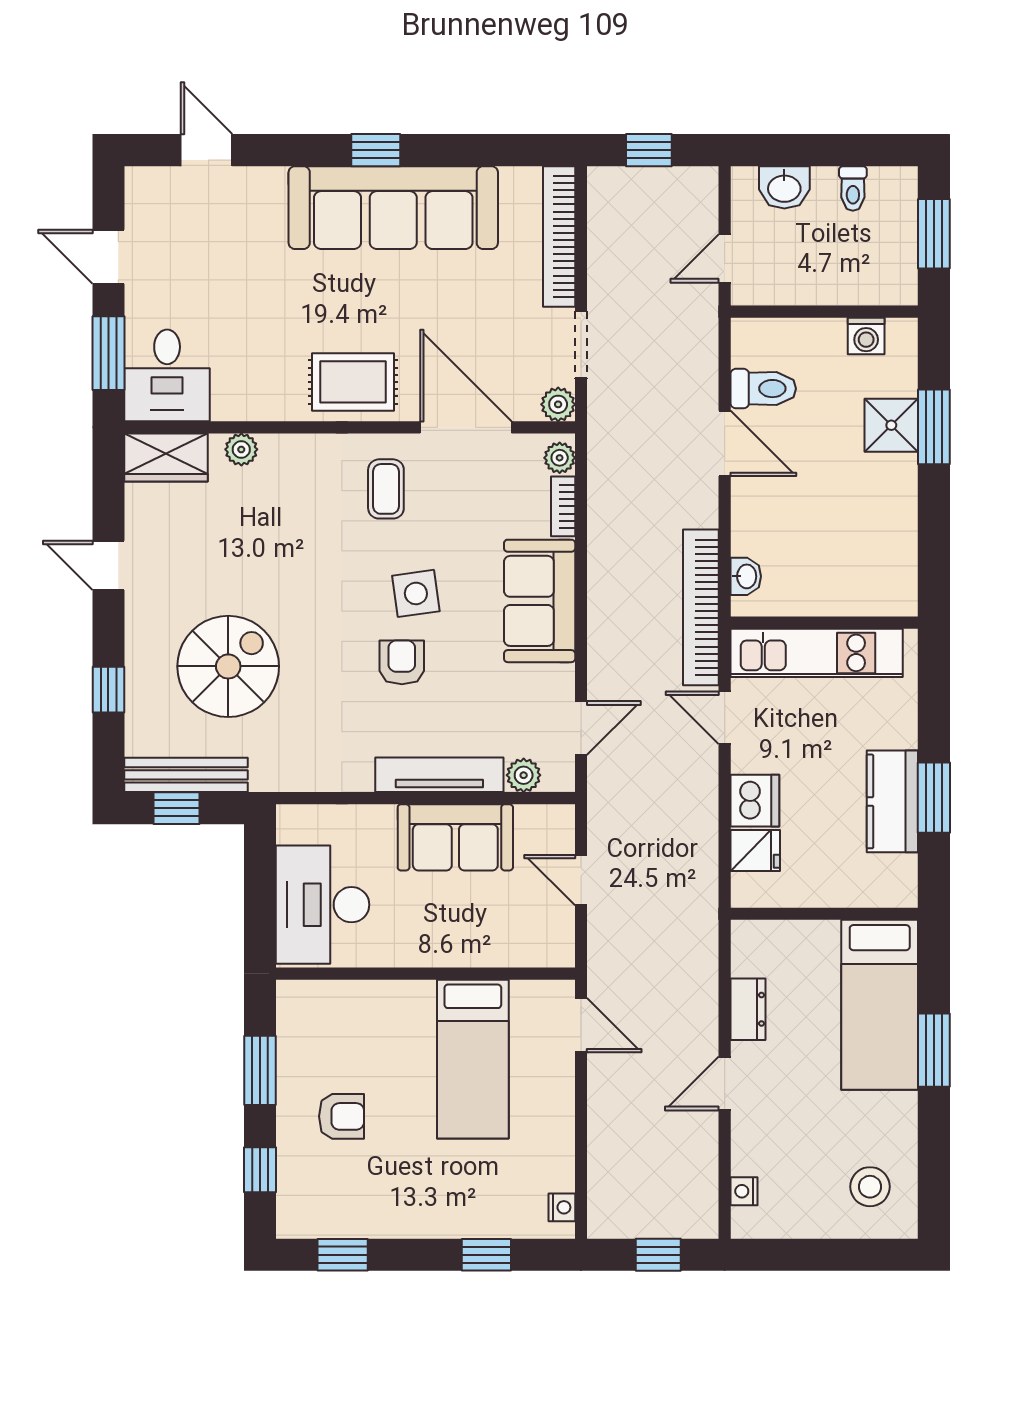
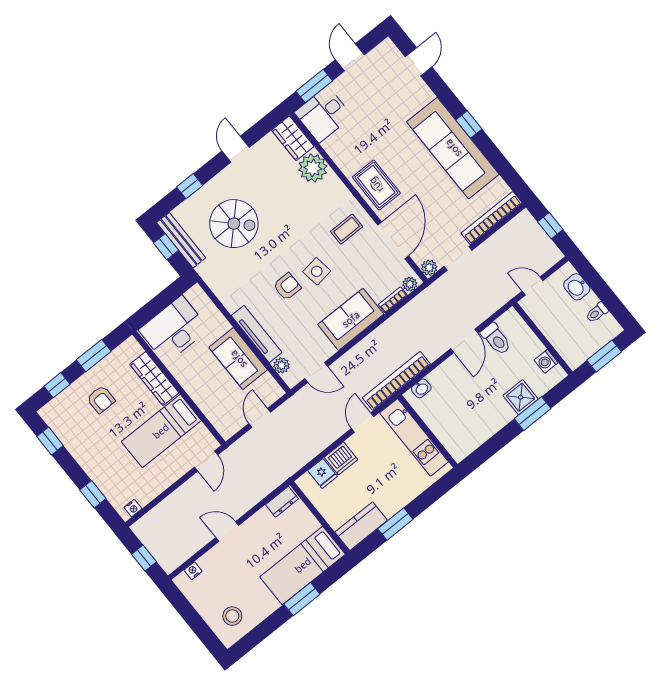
plant: (241, 449) -> (313, 168), width x1.87, depth x1.87
kitchen counter: (892, 801) -> (361, 526), moved
wardrobe: (378, 1001) -> (154, 379), added
dresser: (748, 1009) -> (282, 502), moved

